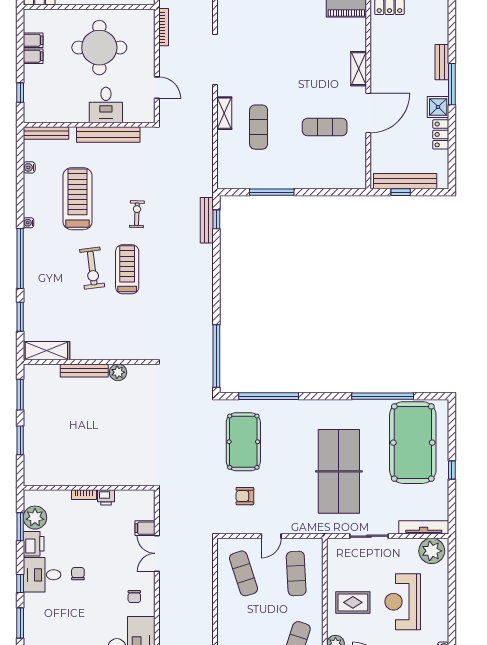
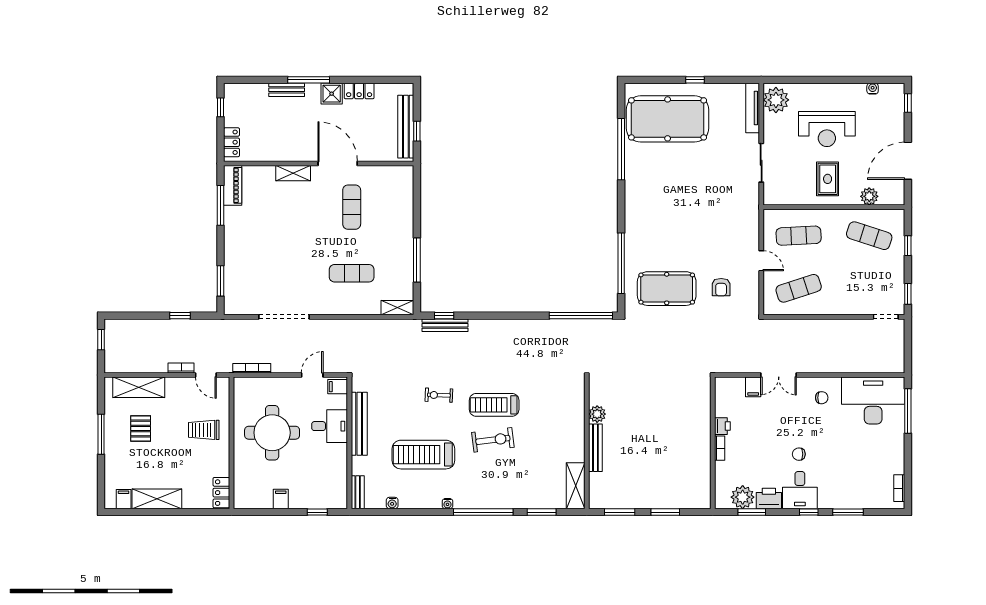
filing cabinet: (33, 40) -> (338, 387), moved, turned -90
shelving: (224, 113) -> (397, 308), moved
bench: (46, 133) -> (358, 492), width x0.73
table tennis table: (339, 471) -> (696, 193), removed

